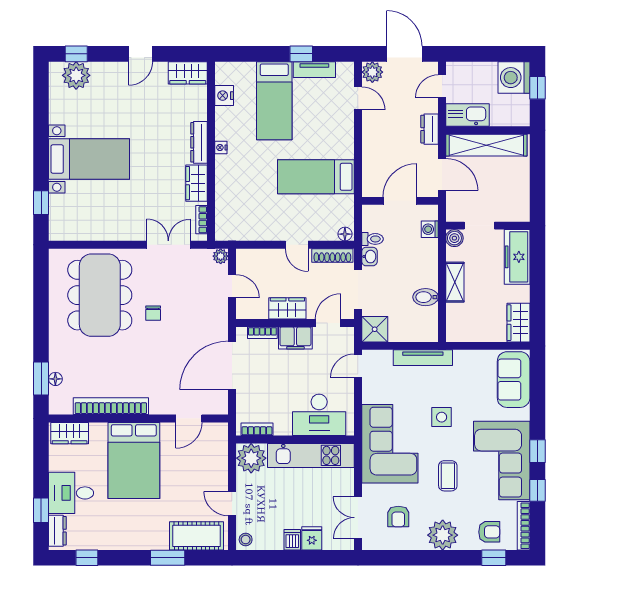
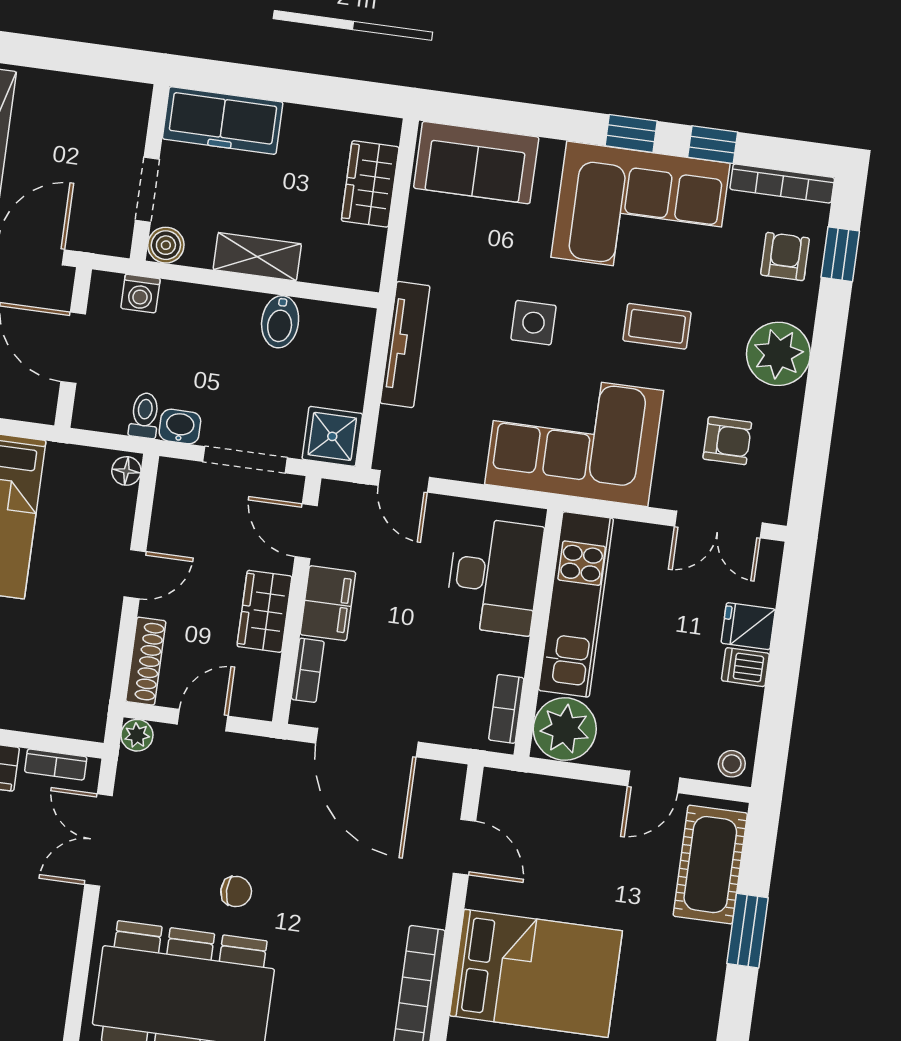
shoe rack: (332, 256) -> (146, 661), moved
wardrobe: (518, 323) -> (370, 184), moved, turned 90

